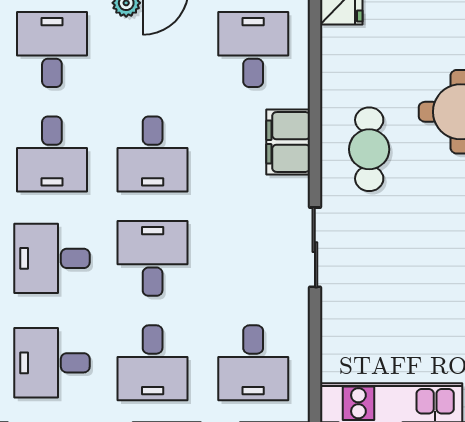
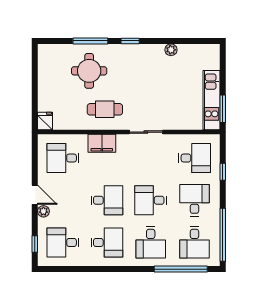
desk: (153, 363) -> (194, 200), turned -90

